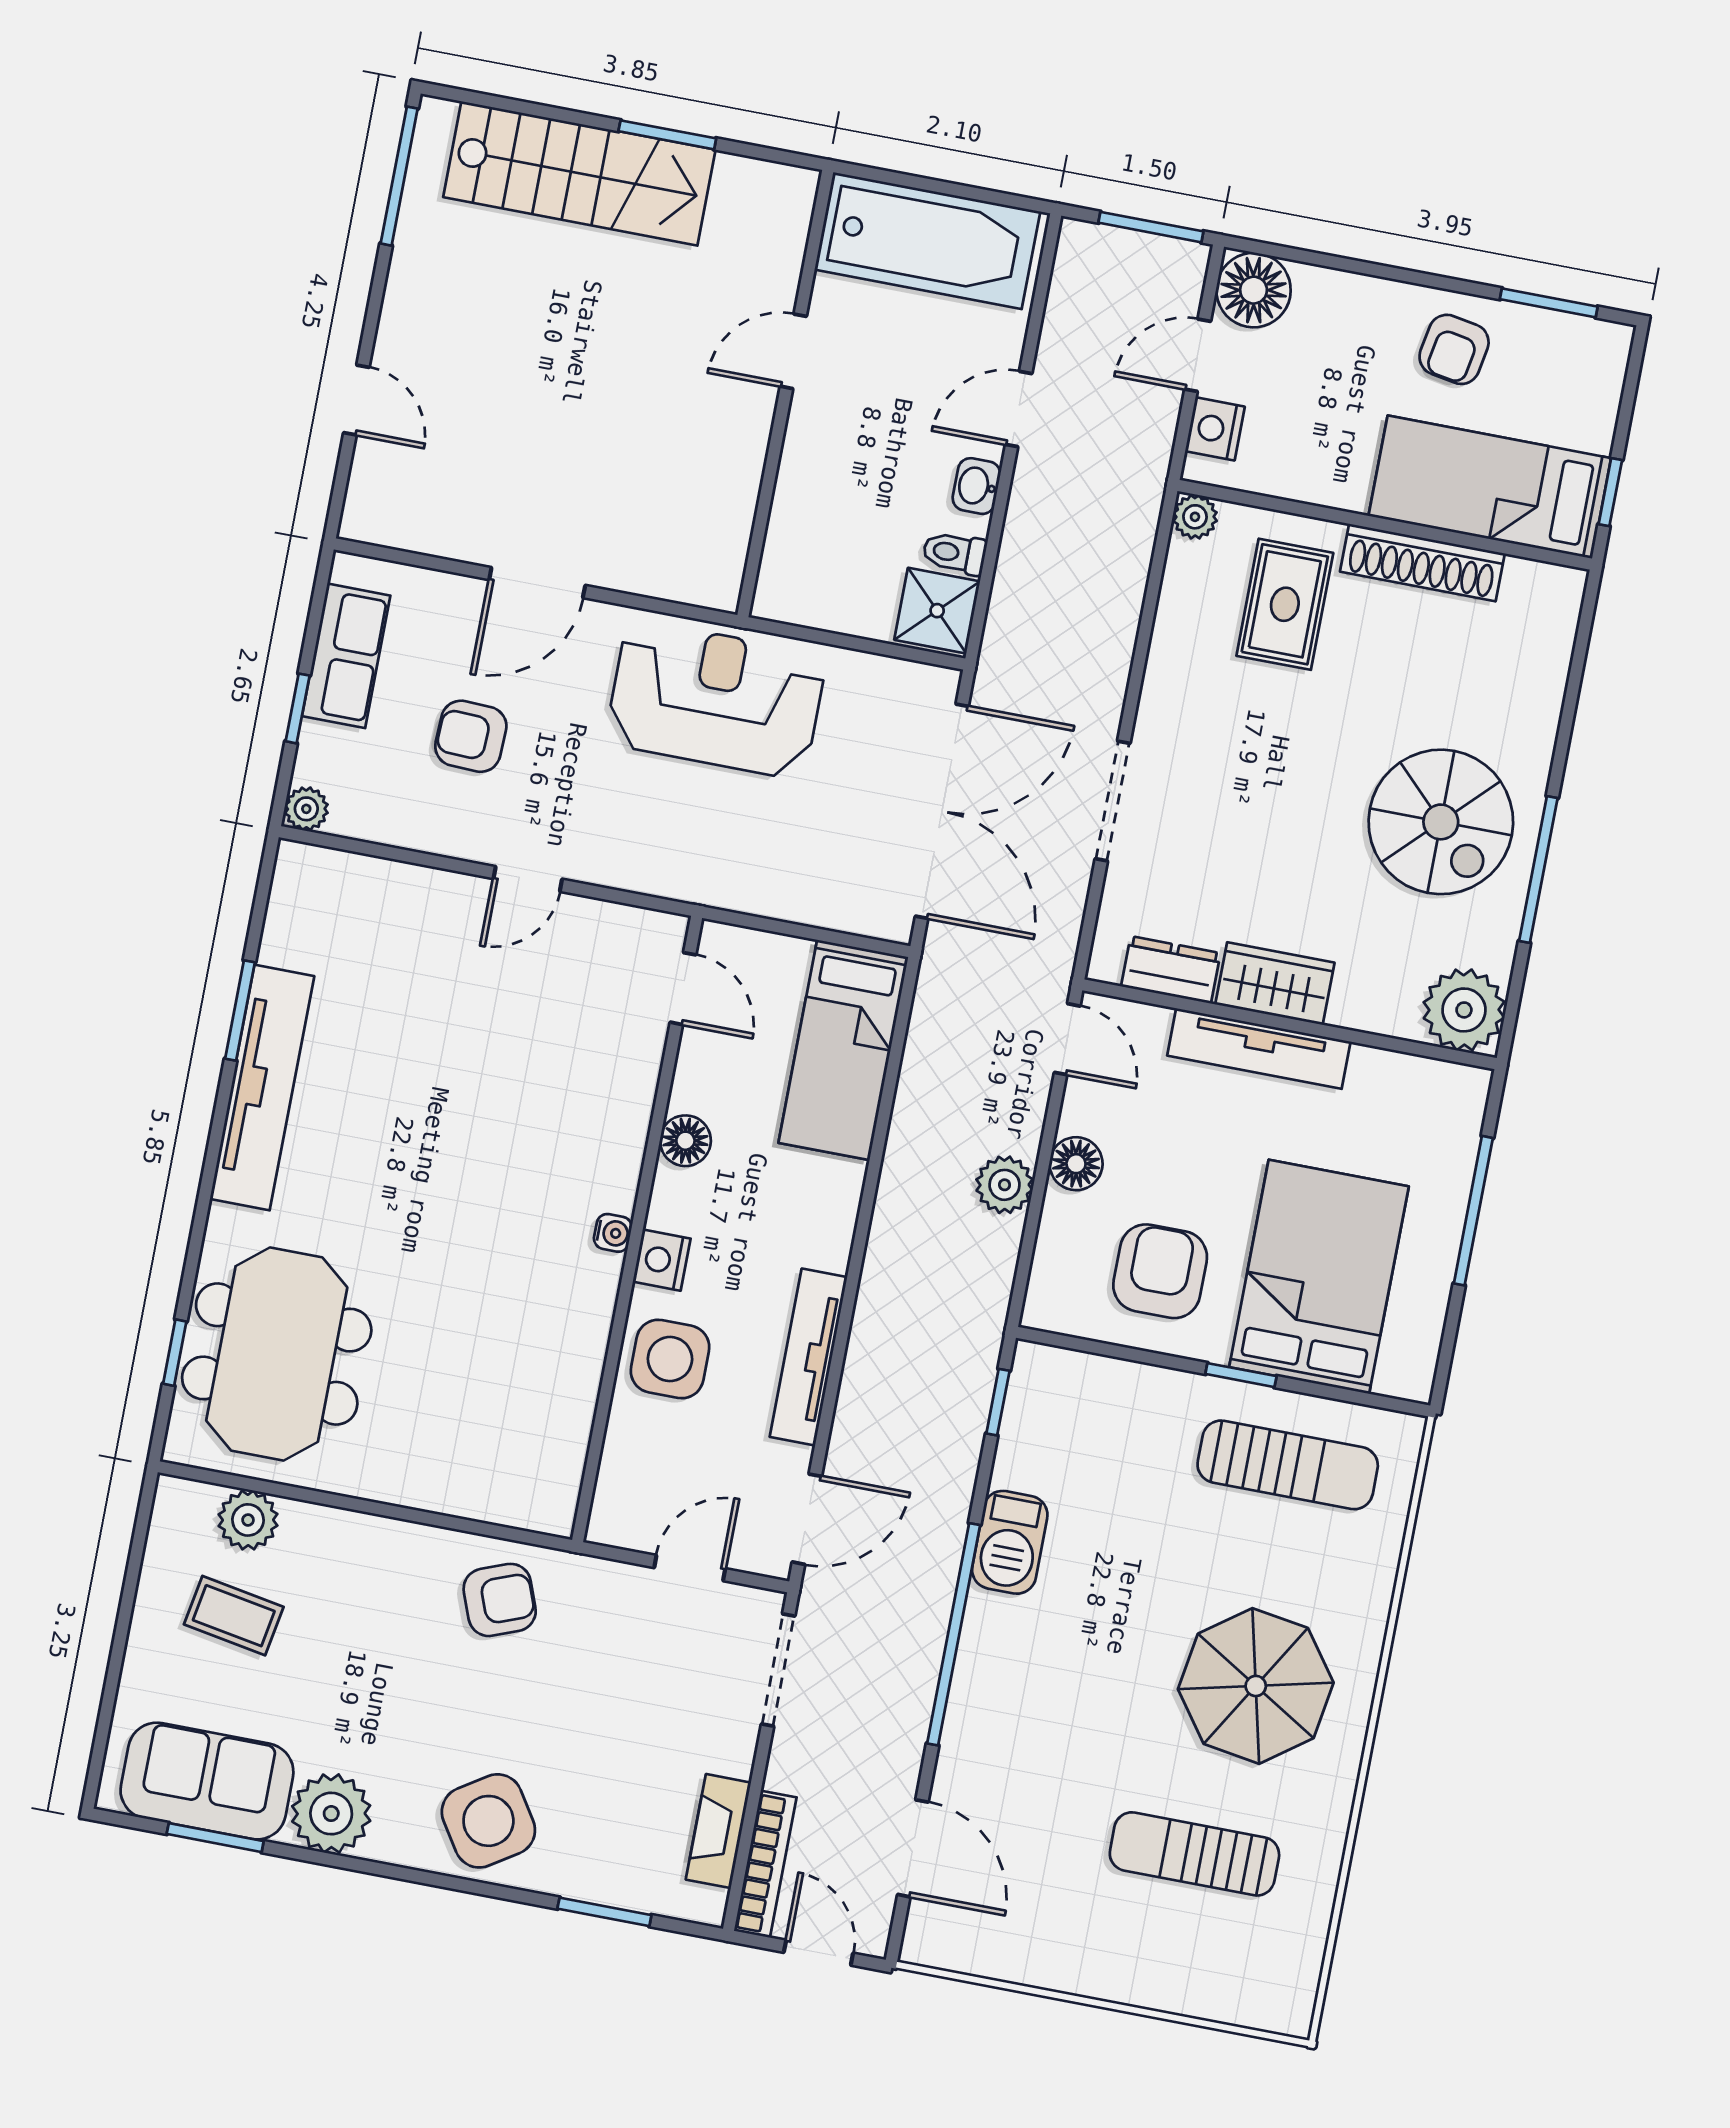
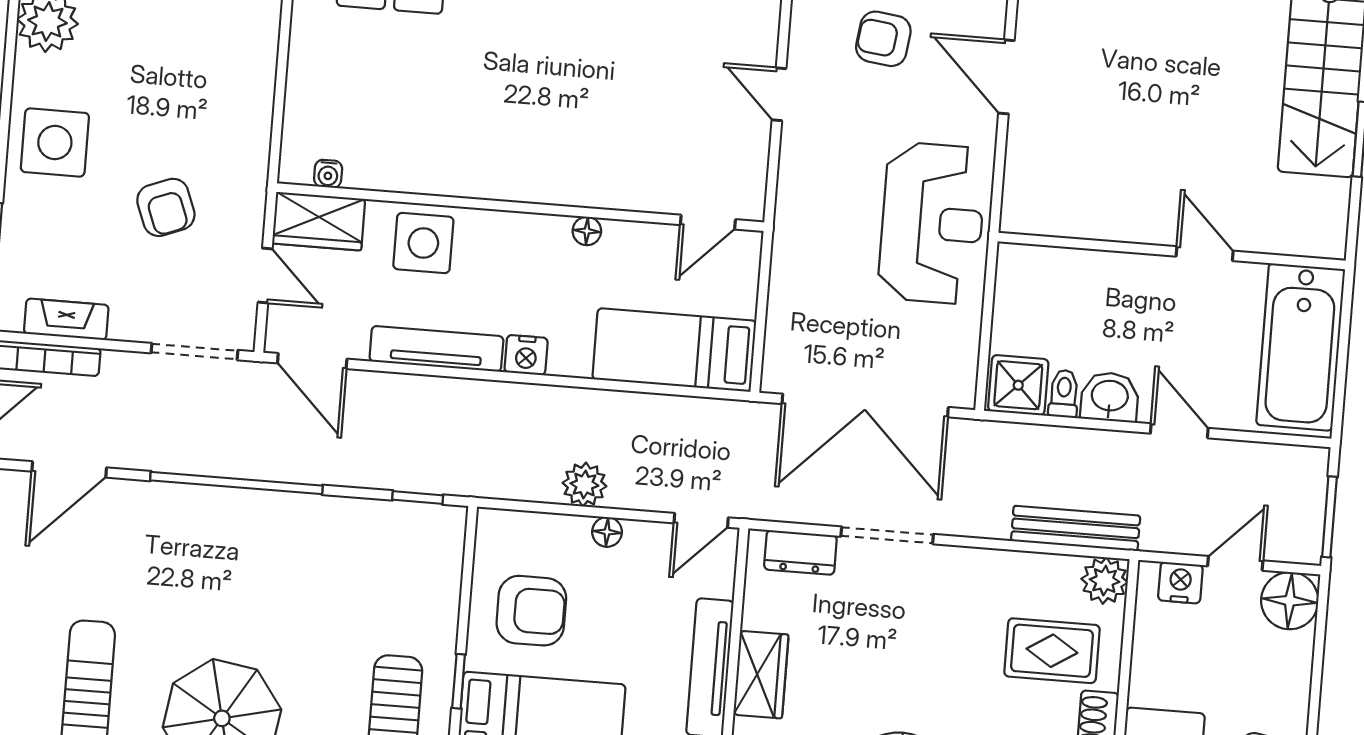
door: (1198, 355) -> (1235, 563), hinge flipped
washbasin: (976, 486) -> (1110, 397), width x1.38, depth x1.45
plant: (1195, 517) -> (1105, 581), width x1.38, depth x1.38
bench: (1130, 557) -> (1076, 528), added
armchair: (471, 736) -> (883, 39), turned -85
dresser: (1171, 970) -> (800, 552), moved, turned 90
floor lamp: (685, 1141) -> (587, 231), width x0.73, depth x0.73
floor lamp: (1076, 1164) -> (607, 532), width x0.73, depth x0.73
water cooler: (613, 1233) -> (328, 174), moved
nightstand: (662, 1260) -> (526, 355), moved, turned 180
wardrobe: (627, 1491) -> (319, 221), added
barbecue: (1010, 1542) -> (311, 518), removed
armchair: (500, 1600) -> (166, 207), moved
side table: (488, 1821) -> (55, 142), turned 33

